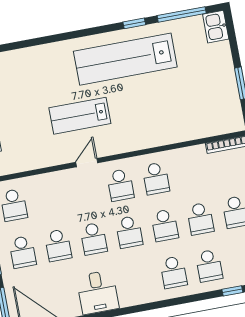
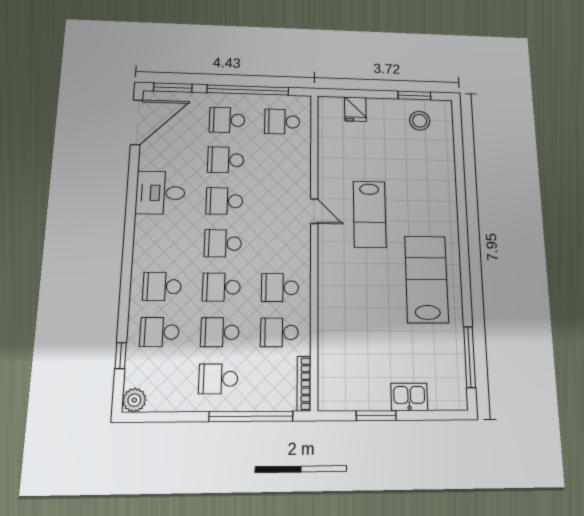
window: (134, 23) -> (466, 298), removed
kitchen sink: (216, 27) -> (409, 397), moved
lab bench: (125, 59) -> (426, 279), width x0.73
lab bench: (80, 116) -> (370, 214), turned 180
school desk: (120, 185) -> (279, 332), moved

